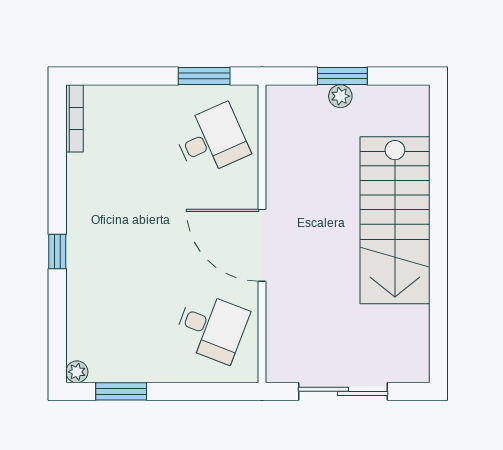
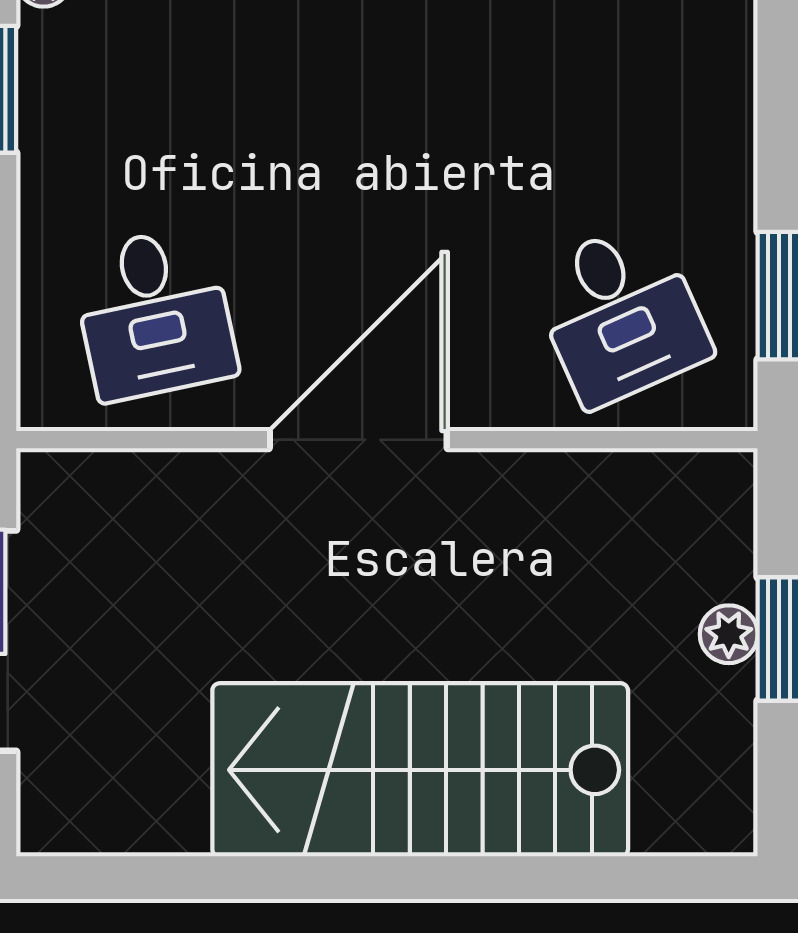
desk: (211, 327) -> (154, 314), turned -33

